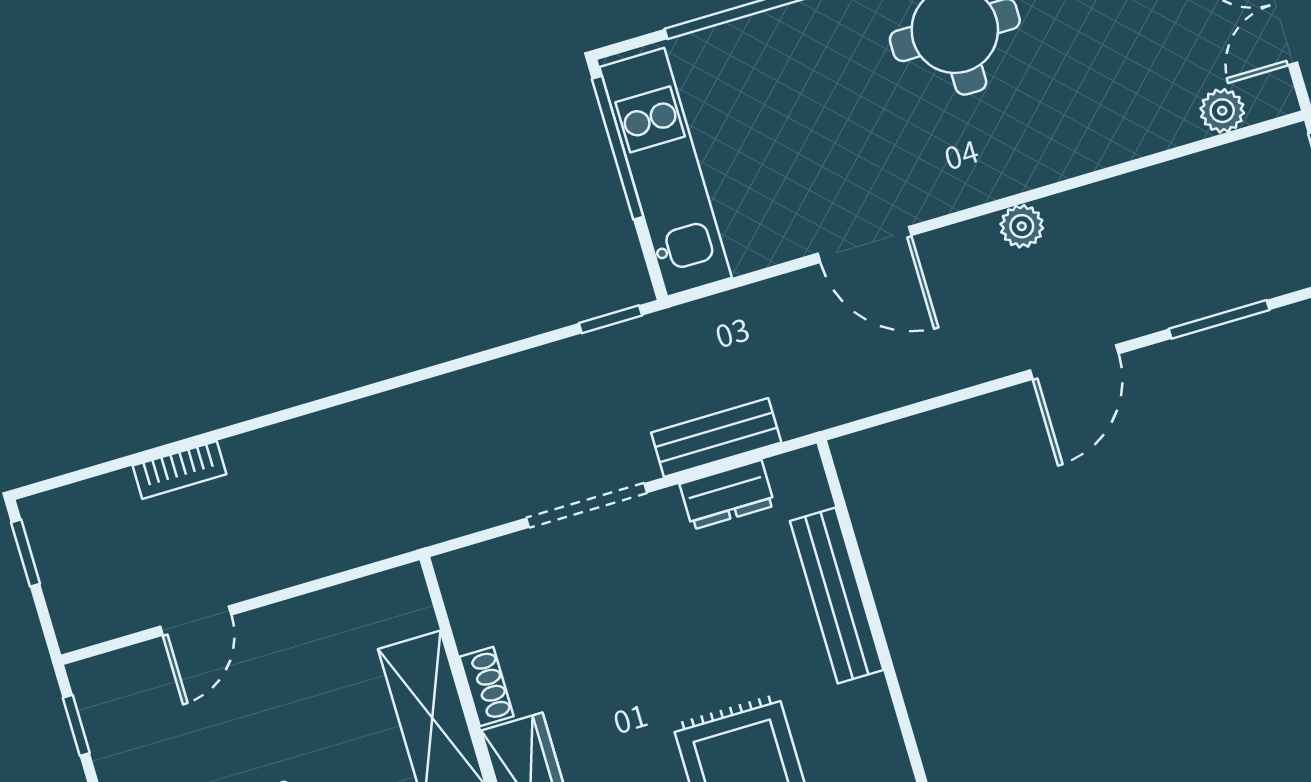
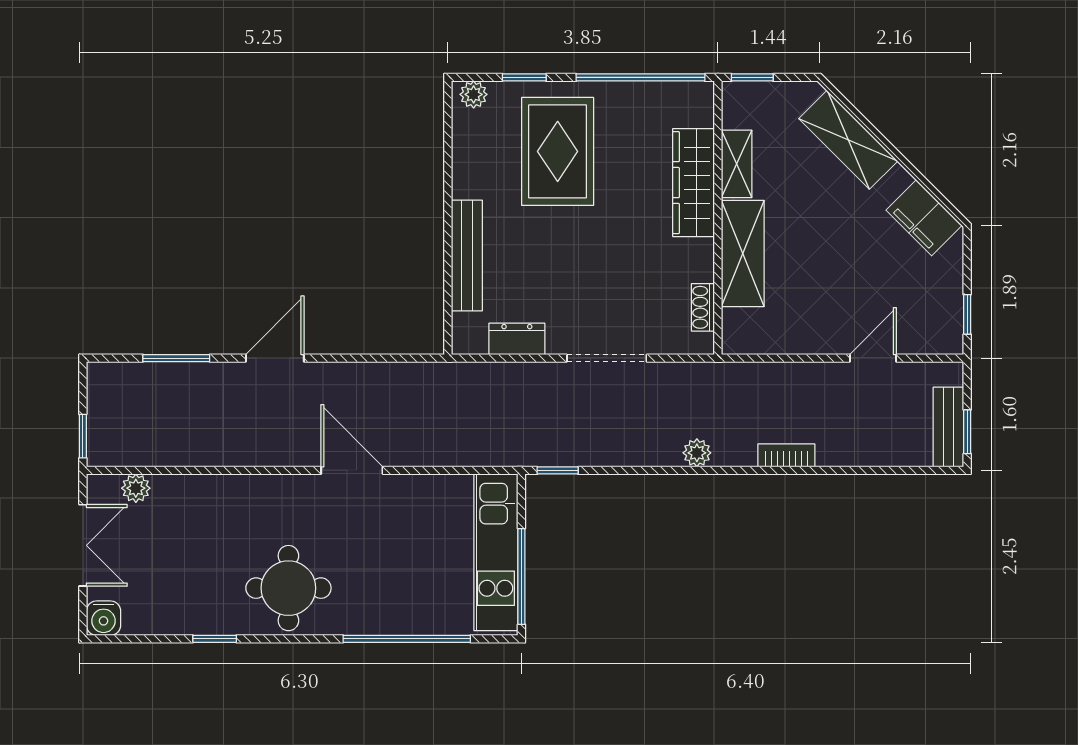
plant: (1022, 226) -> (697, 453), moved
door: (865, 244) -> (352, 470), moved
bench: (716, 437) -> (948, 427), moved, turned 90
bookcase: (180, 470) -> (786, 455), moved
shoe rack: (487, 687) -> (703, 307), moved

